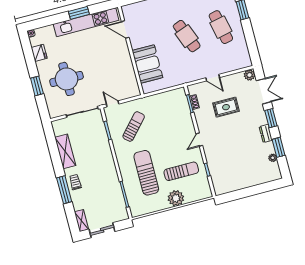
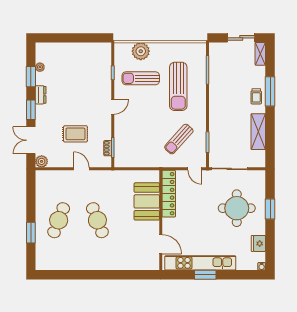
cafe table: (221, 27) -> (59, 220), turned 33
locker: (130, 76) -> (169, 194), added
plant: (176, 198) -> (141, 51), moved

